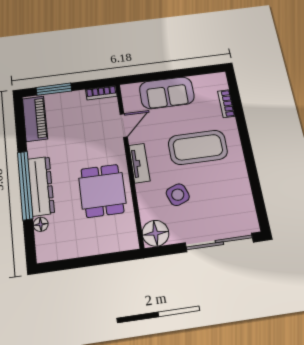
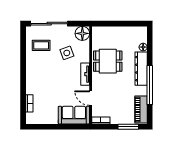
sofa: (167, 93) -> (74, 115), moved
door: (124, 125) -> (91, 98), hinge flipped
coffee table: (198, 147) -> (41, 45), moved, width x0.54, depth x0.58
window: (25, 185) -> (150, 85), moved
dining table: (102, 191) -> (108, 61), turned 90

